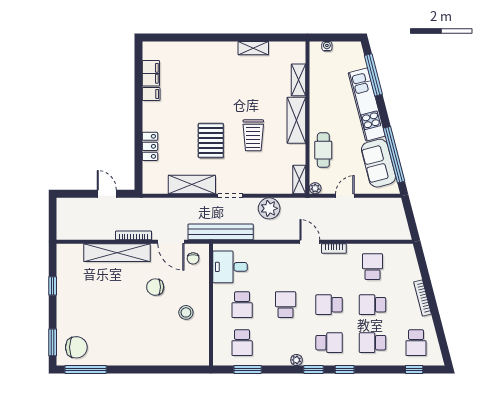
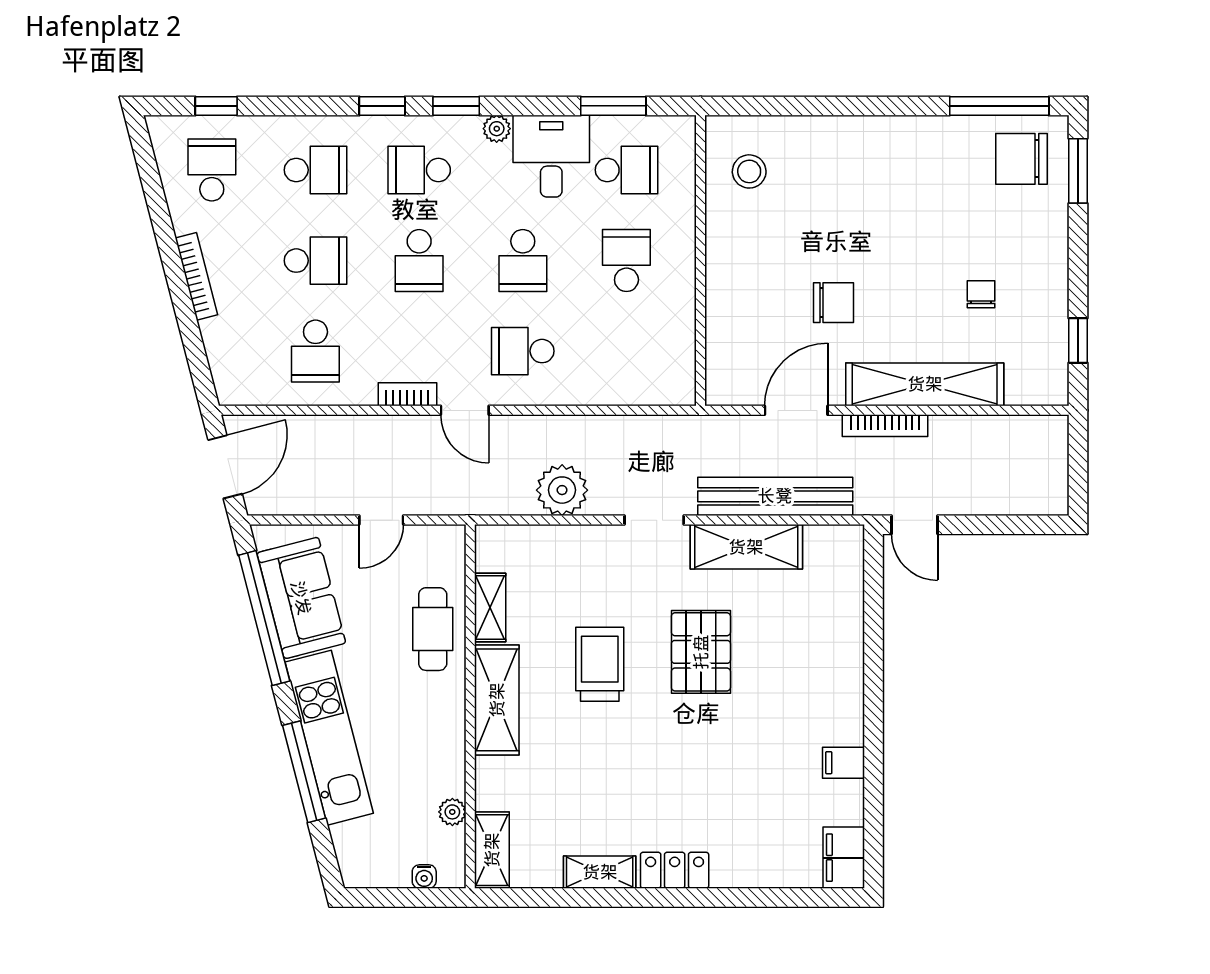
filing cabinet: (151, 73) -> (844, 858), moved
window: (373, 75) -> (304, 772), moved
shelving: (299, 80) -> (492, 850), moved
locker: (150, 146) -> (675, 870), moved, turned 90
shelving: (299, 180) -> (490, 608), moved
plant: (315, 188) -> (452, 812), moved
door: (107, 194) -> (915, 525), moved
door: (410, 218) -> (225, 467), added
bench: (221, 232) -> (775, 496), moved
door: (171, 242) -> (796, 410), hinge flipped
chair: (193, 258) -> (981, 294), moved
desk: (230, 267) -> (551, 156), moved, turned -90
school desk: (286, 267) -> (523, 351), added
window: (53, 286) -> (1078, 340), moved
school desk: (329, 305) -> (419, 261), turned 90
stool: (186, 312) -> (749, 171), moved
school desk: (242, 343) -> (626, 170), turned 90

